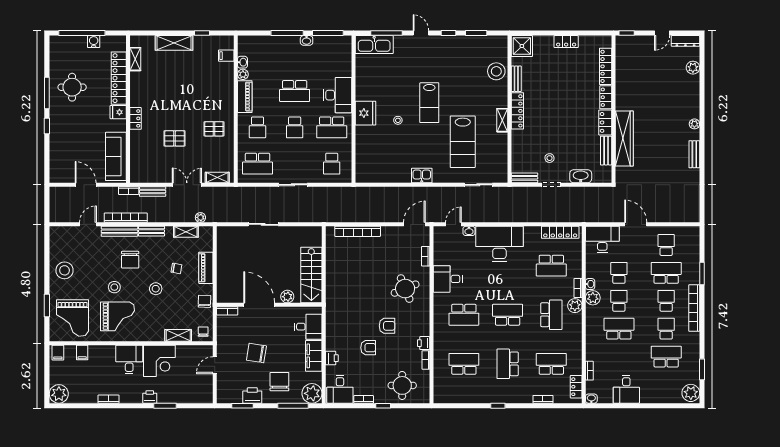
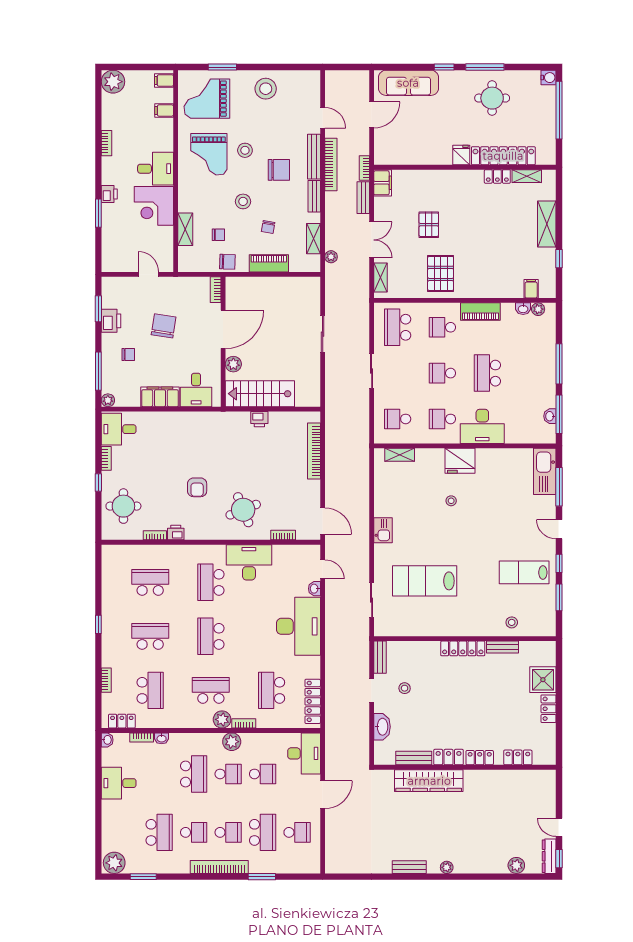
door: (421, 33) -> (559, 529), swing flipped
window: (627, 33) -> (559, 859), moved
washbasin: (307, 40) -> (550, 416), moved
water cooler: (94, 42) -> (549, 78), moved
shower: (522, 46) -> (543, 680), moved
locker: (606, 66) -> (518, 757), width x0.66
stool: (496, 71) -> (512, 622), width x0.53, depth x0.53
plant: (243, 74) -> (538, 309), moved
lab bench: (429, 103) -> (524, 572), moved
locker: (135, 118) -> (497, 176), moved
shelving: (502, 120) -> (400, 455), moved
school desk: (332, 127) -> (442, 419), width x0.54
pallet: (214, 129) -> (441, 273), width x1.50, depth x1.42
sofa: (116, 156) -> (408, 83), moved, turned 180
filing cabinet: (141, 176) -> (383, 183), added
chair: (130, 260) -> (279, 170), turned 180
desk: (448, 279) -> (249, 562), width x1.37
washbasin: (590, 284) -> (162, 738), moved
school desk: (508, 315) -> (211, 636), turned 180
school desk: (551, 315) -> (211, 690), turned 180
chair: (203, 332) -> (218, 235), moved
armchair: (368, 348) -> (170, 464), removed
printer: (332, 358) -> (259, 419), moved
school desk: (464, 364) -> (150, 582), turned -90
chair: (279, 382) -> (128, 354), width x0.54, depth x0.54
plant: (312, 393) -> (108, 400), width x0.53, depth x0.53

